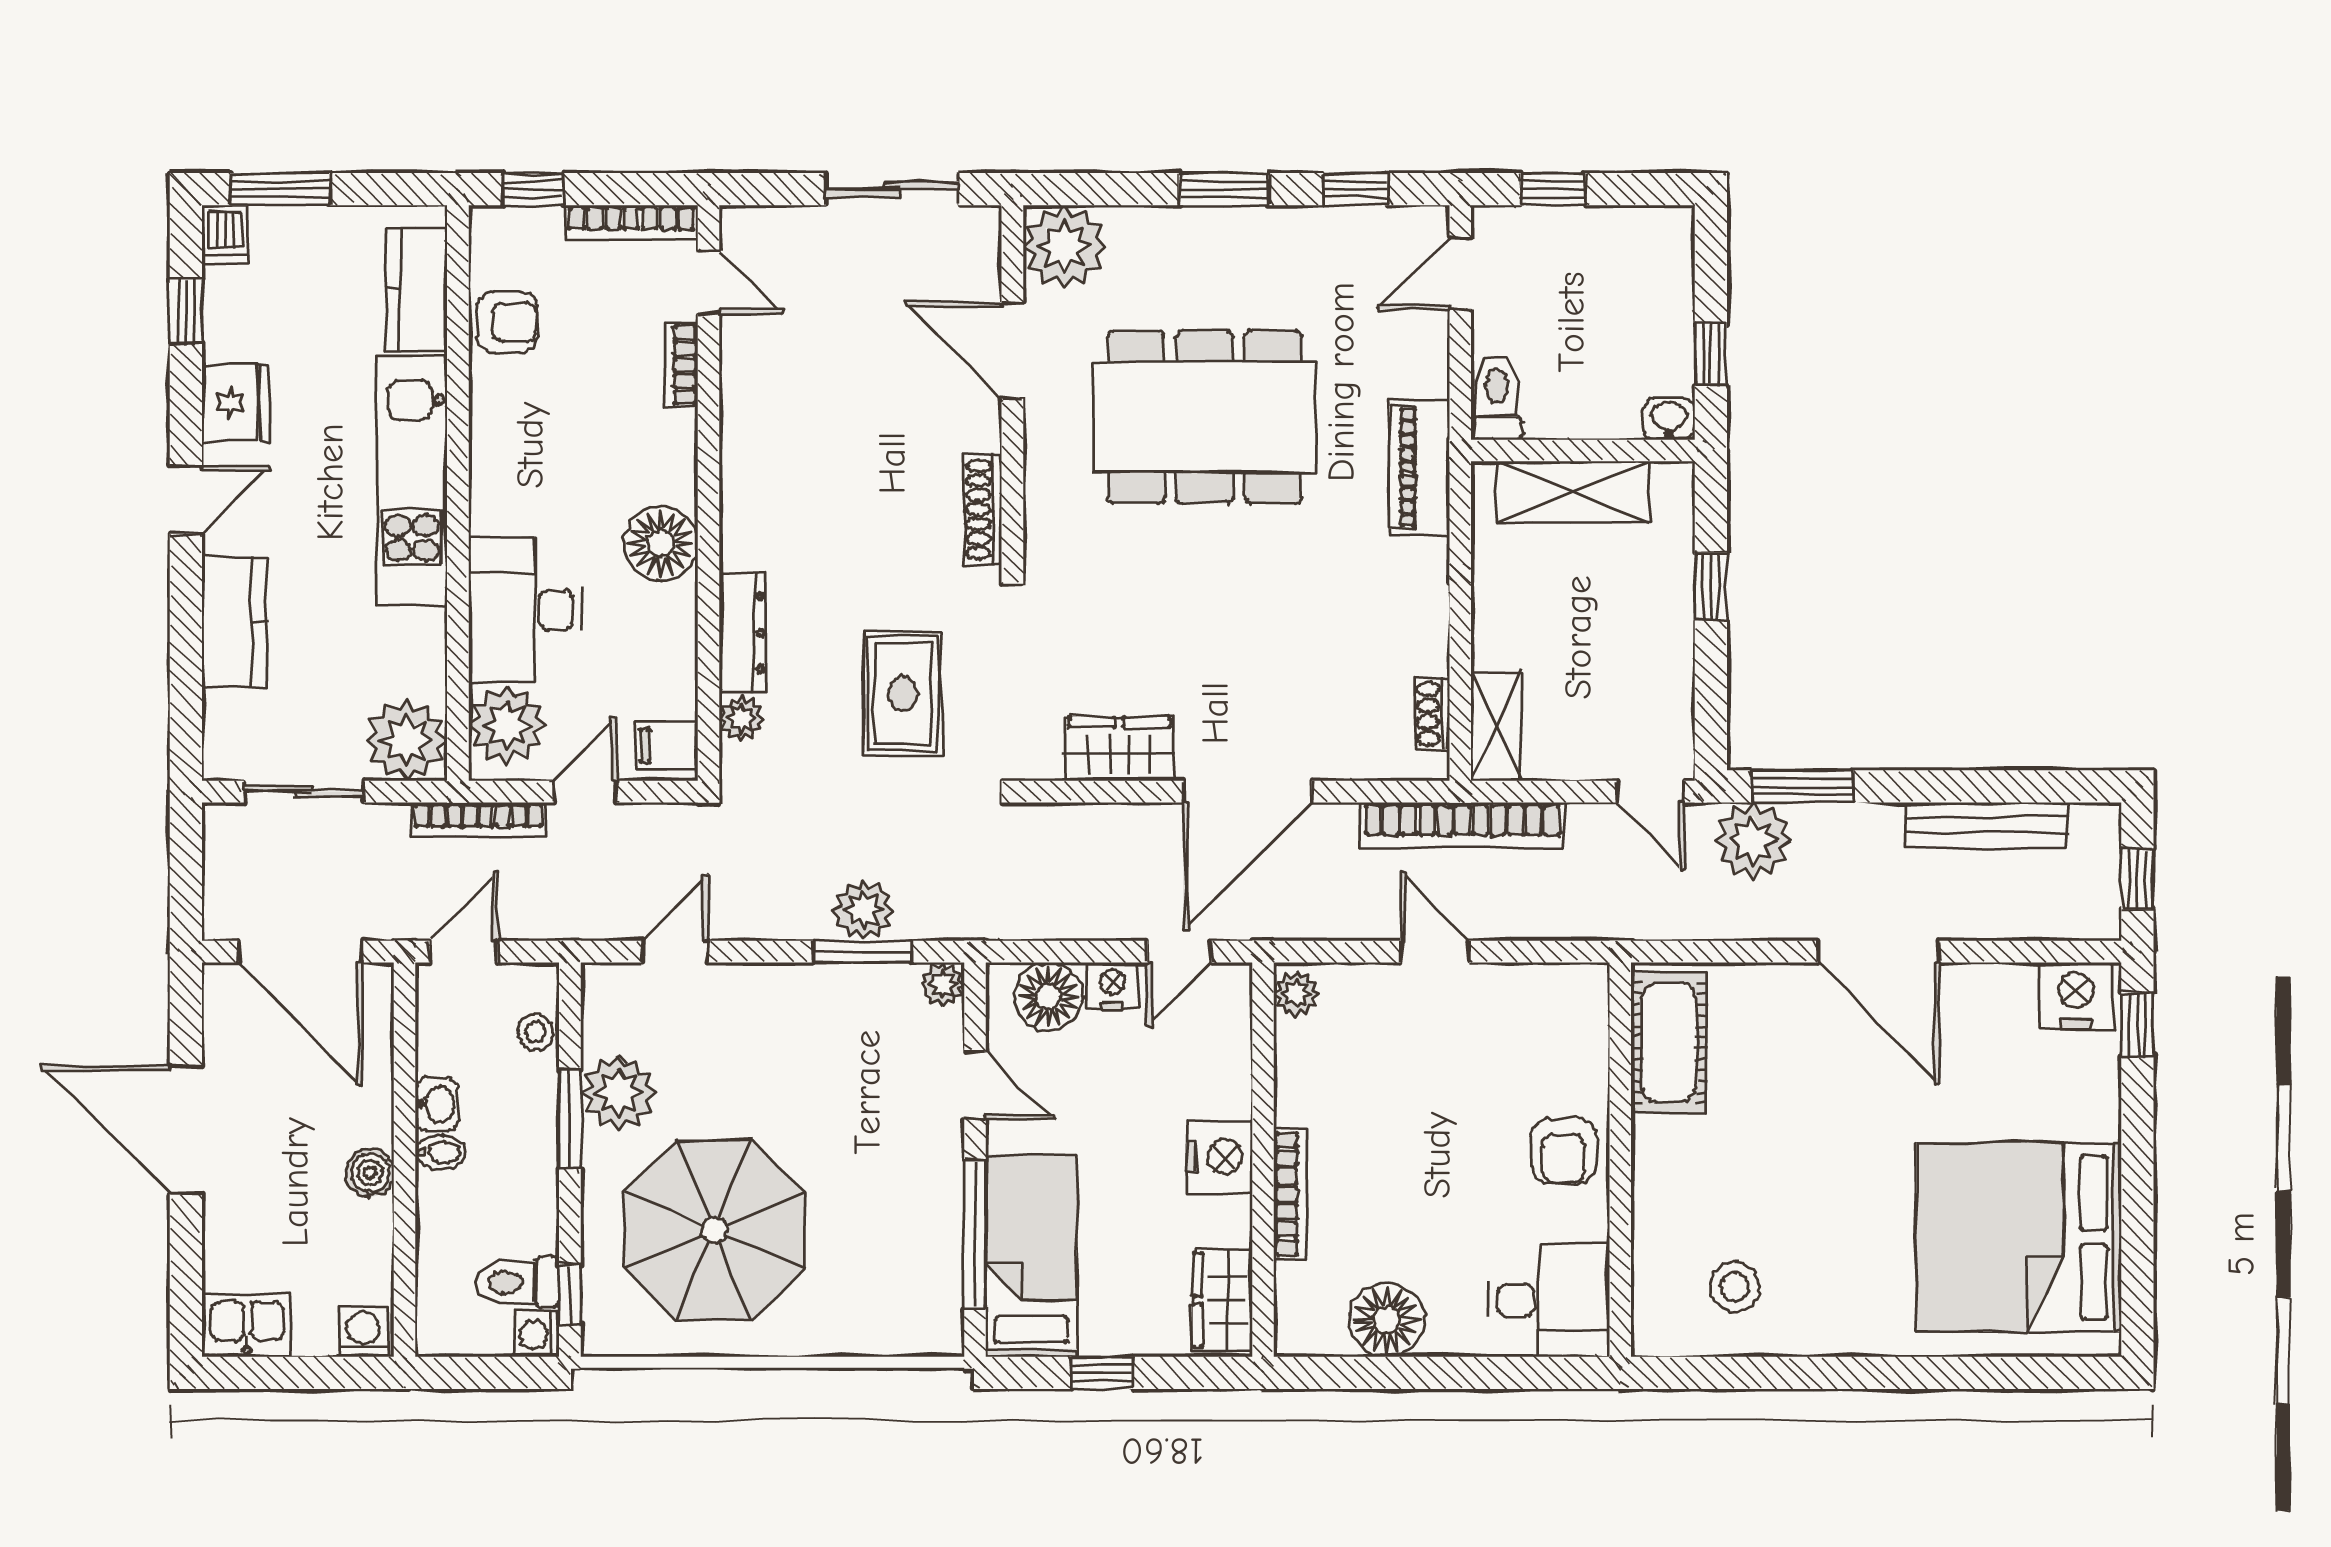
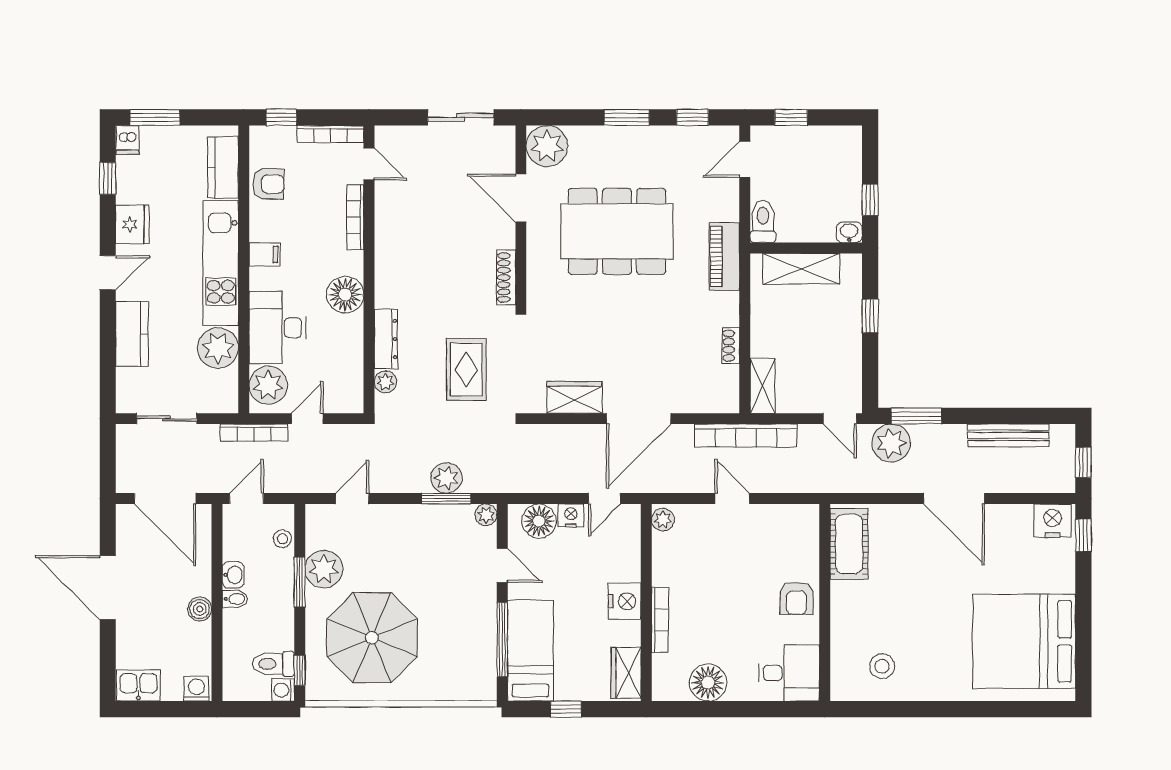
bookcase: (681, 365) -> (355, 217), width x1.56
shoe rack: (1432, 714) -> (731, 346), moved
plant: (406, 740) -> (218, 348), moved
filing cabinet: (667, 745) -> (265, 254), moved, turned 180

